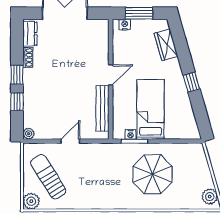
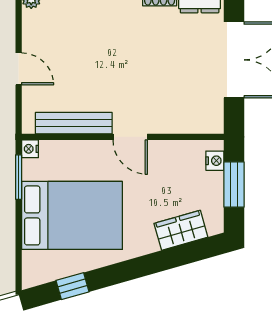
window: (191, 82) -> (73, 286), moved
bed: (150, 109) -> (72, 215), width x1.50
nightstand: (131, 134) -> (30, 149), moved

